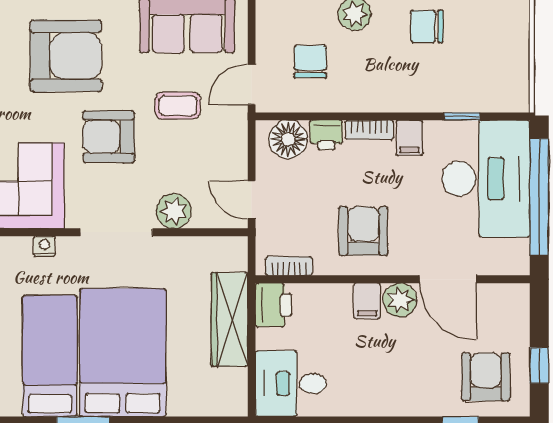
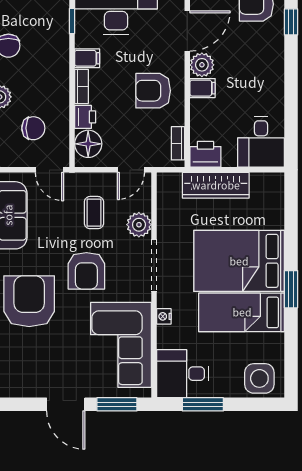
chair: (310, 62) -> (33, 128), turned 180
coffee table: (178, 106) -> (94, 213), moved

